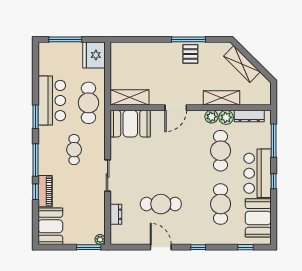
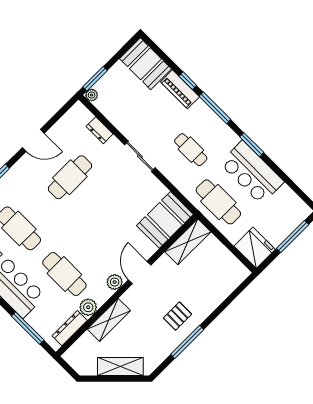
pallet: (190, 54) -> (177, 316), moved, turned 90
plant: (211, 117) -> (115, 282), moved

